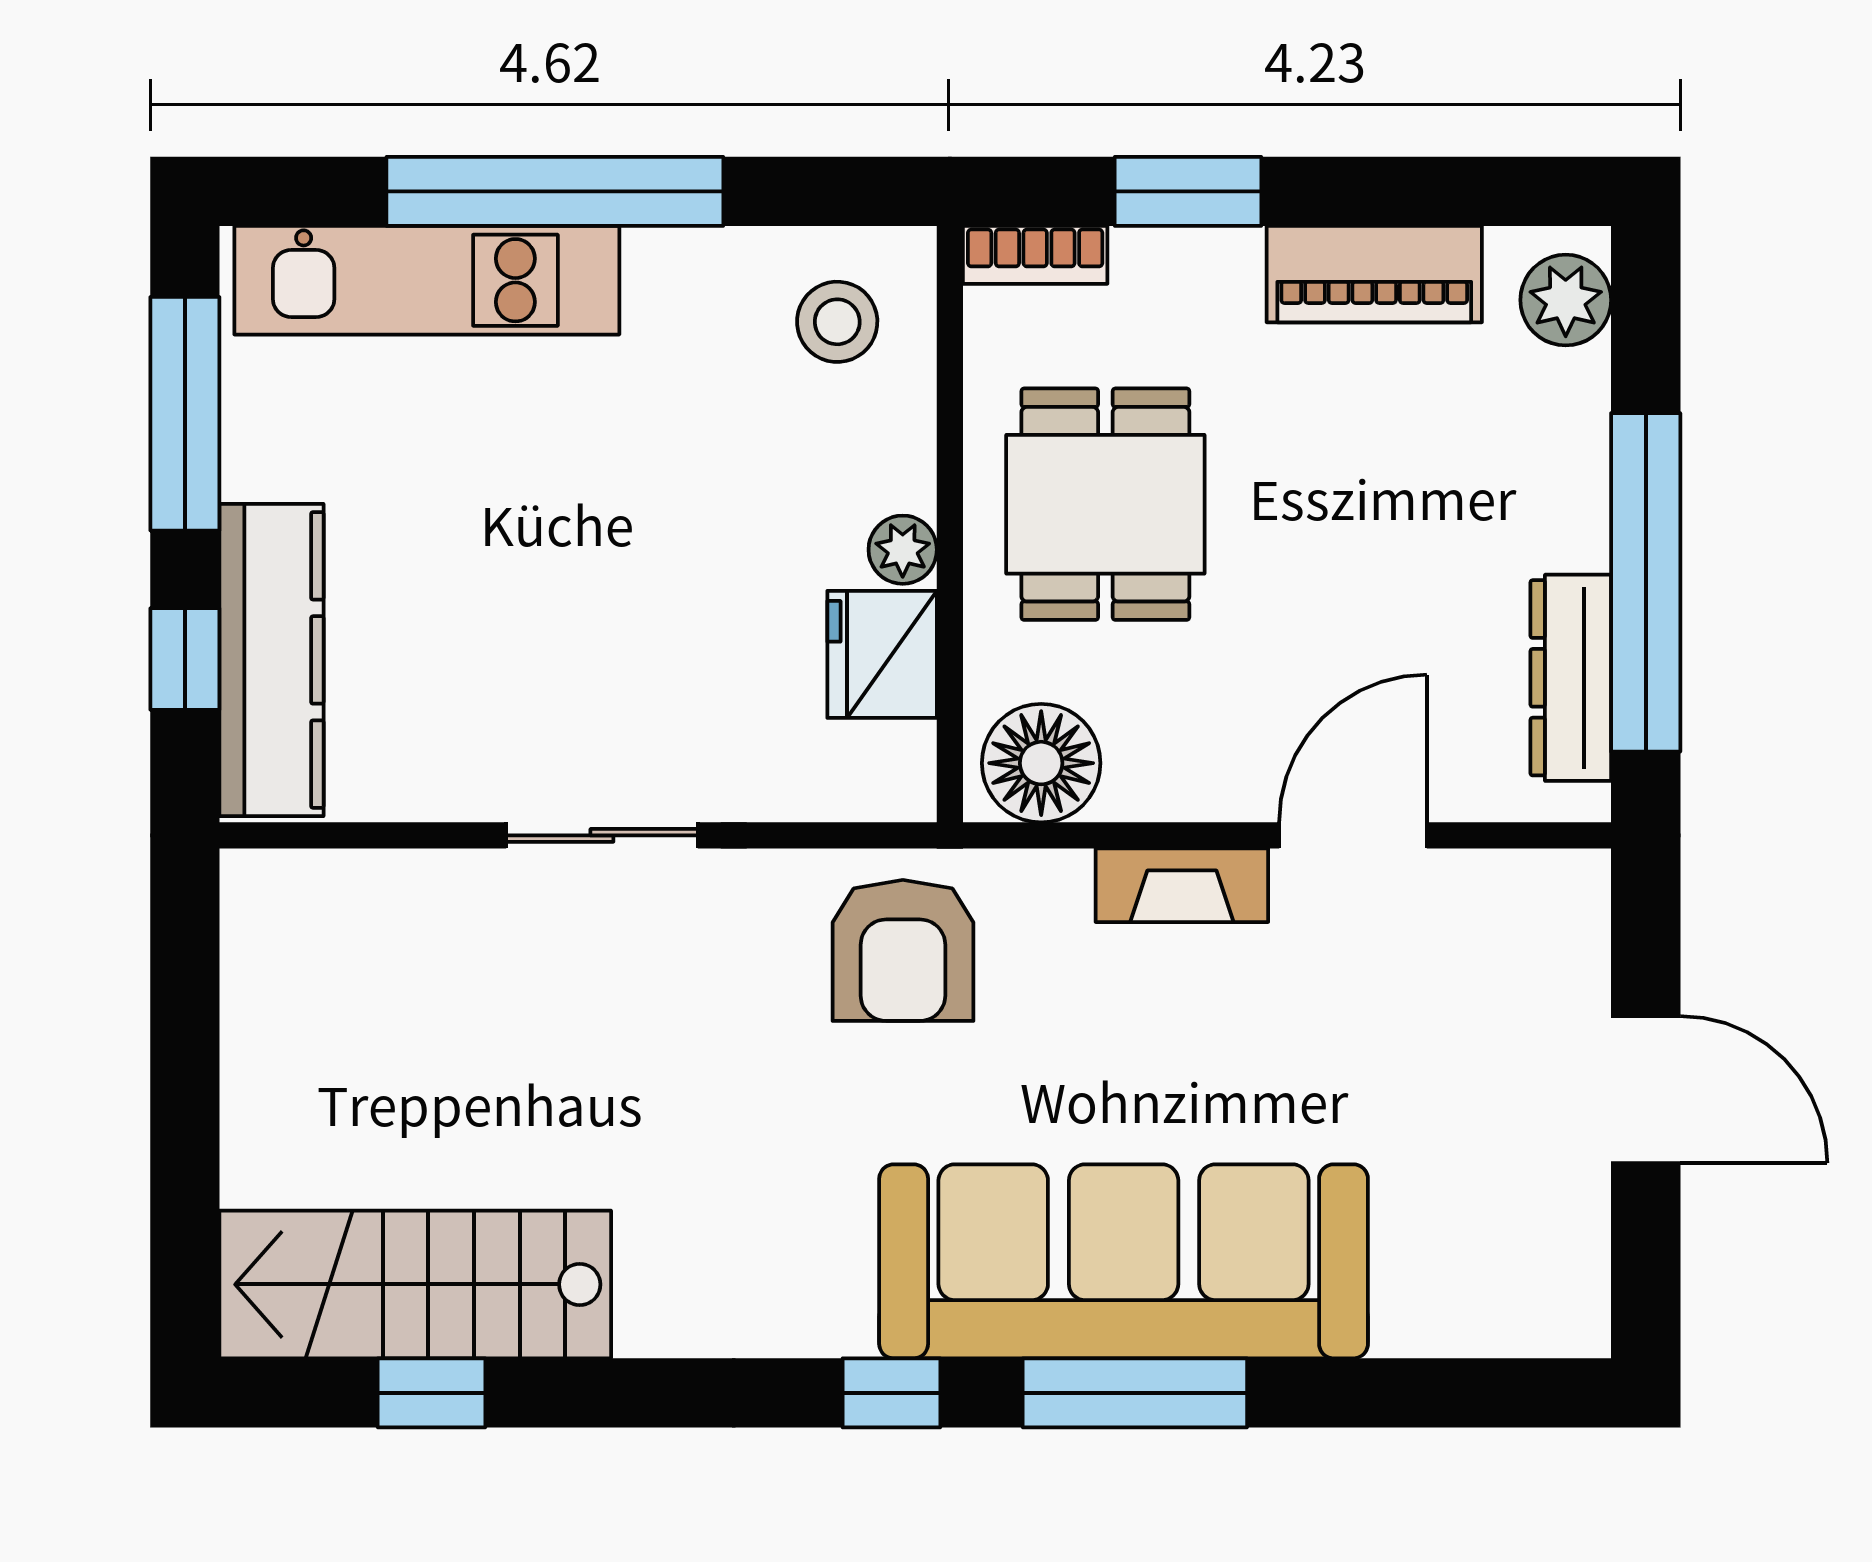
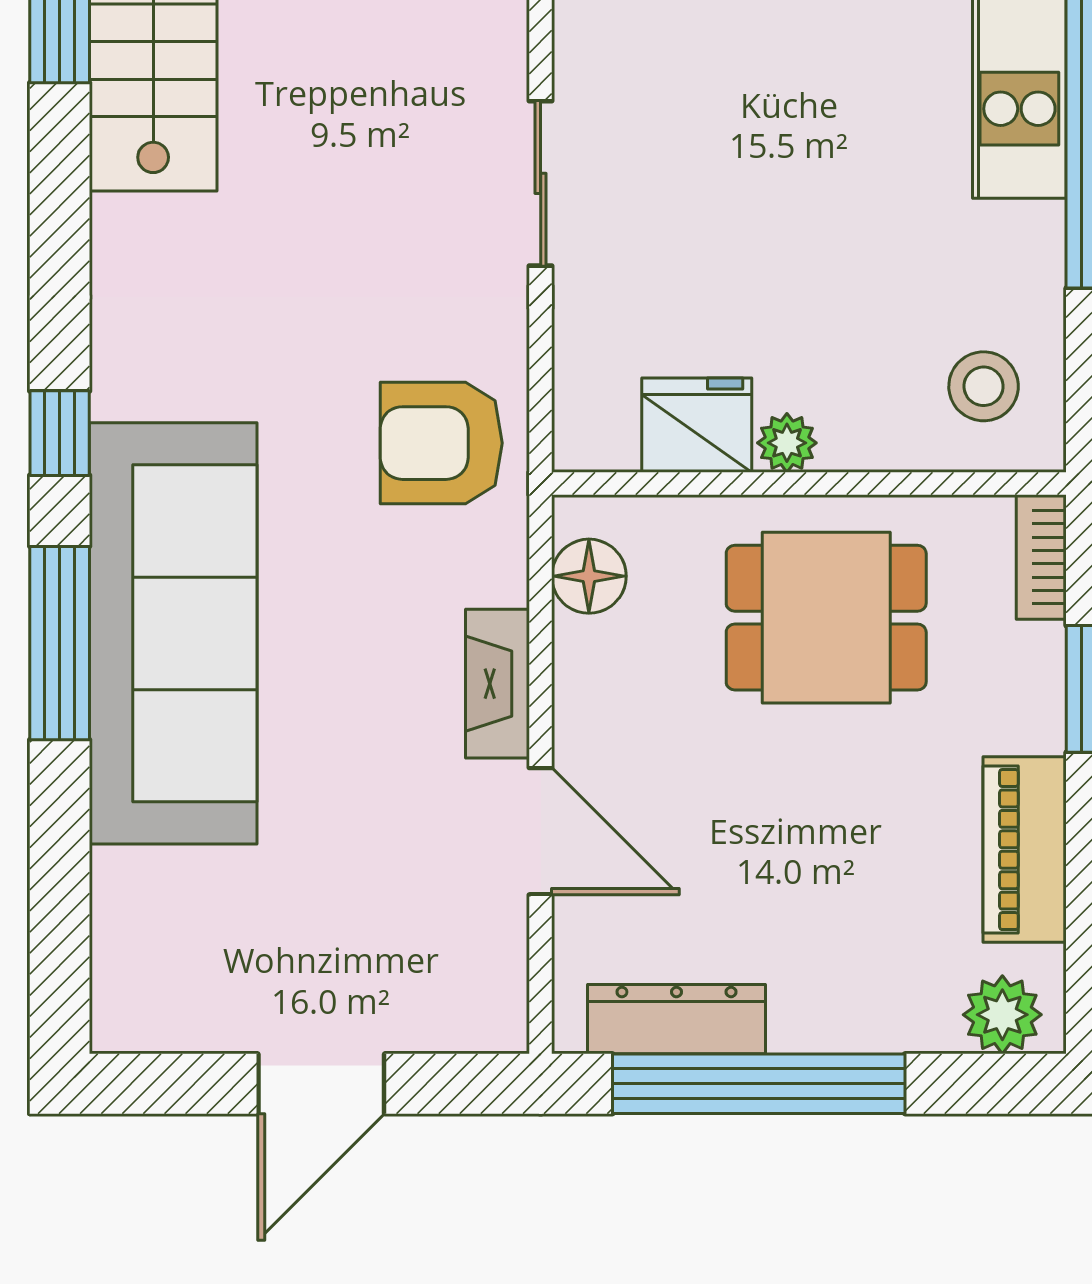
floor lamp: (1041, 763) -> (589, 576), width x0.73, depth x0.73

